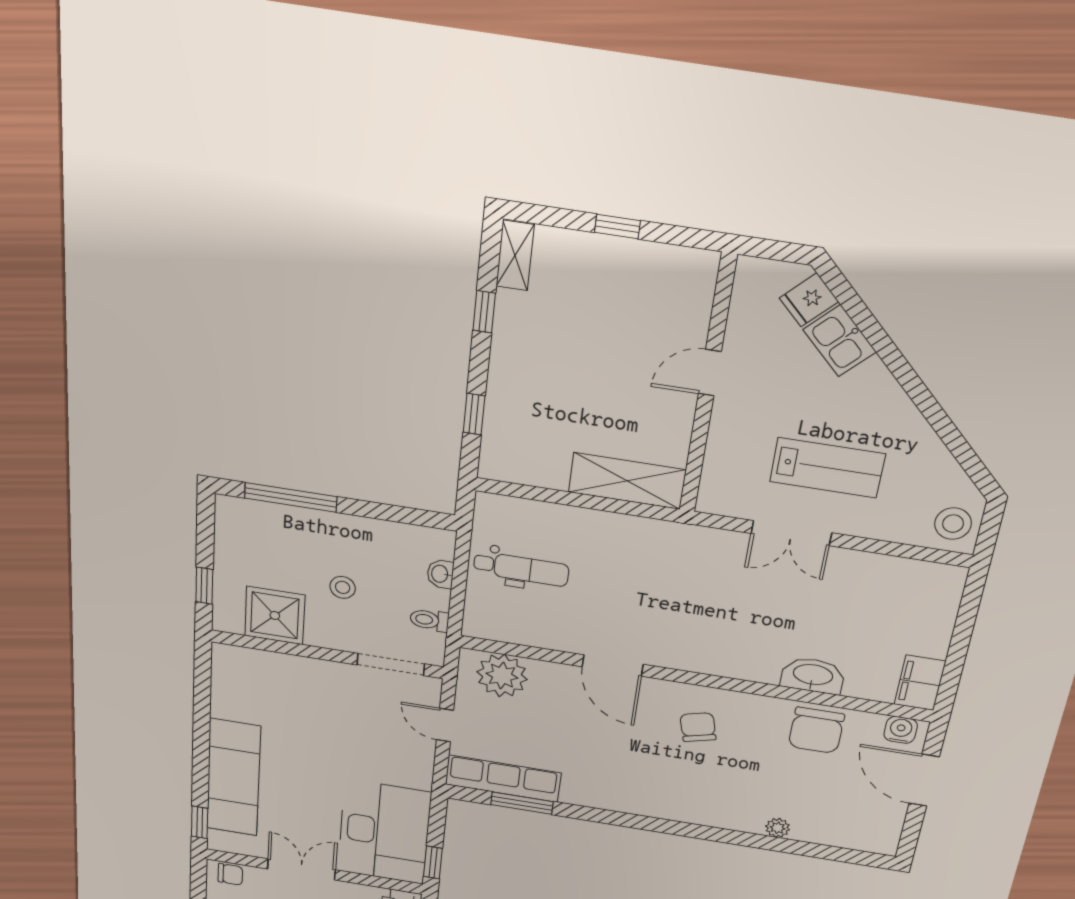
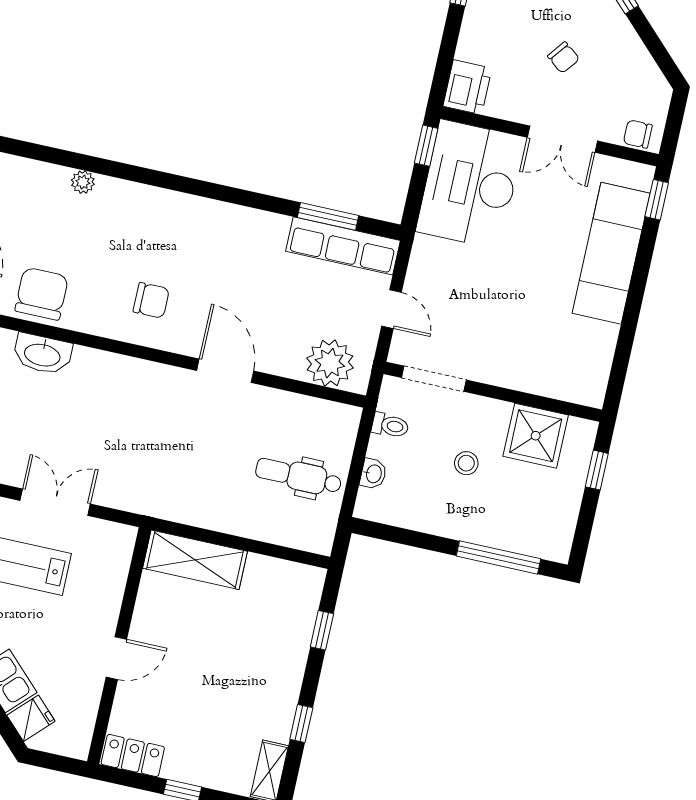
locker: (682, 264) -> (133, 756), added
chair: (698, 727) -> (151, 300), turned -75

